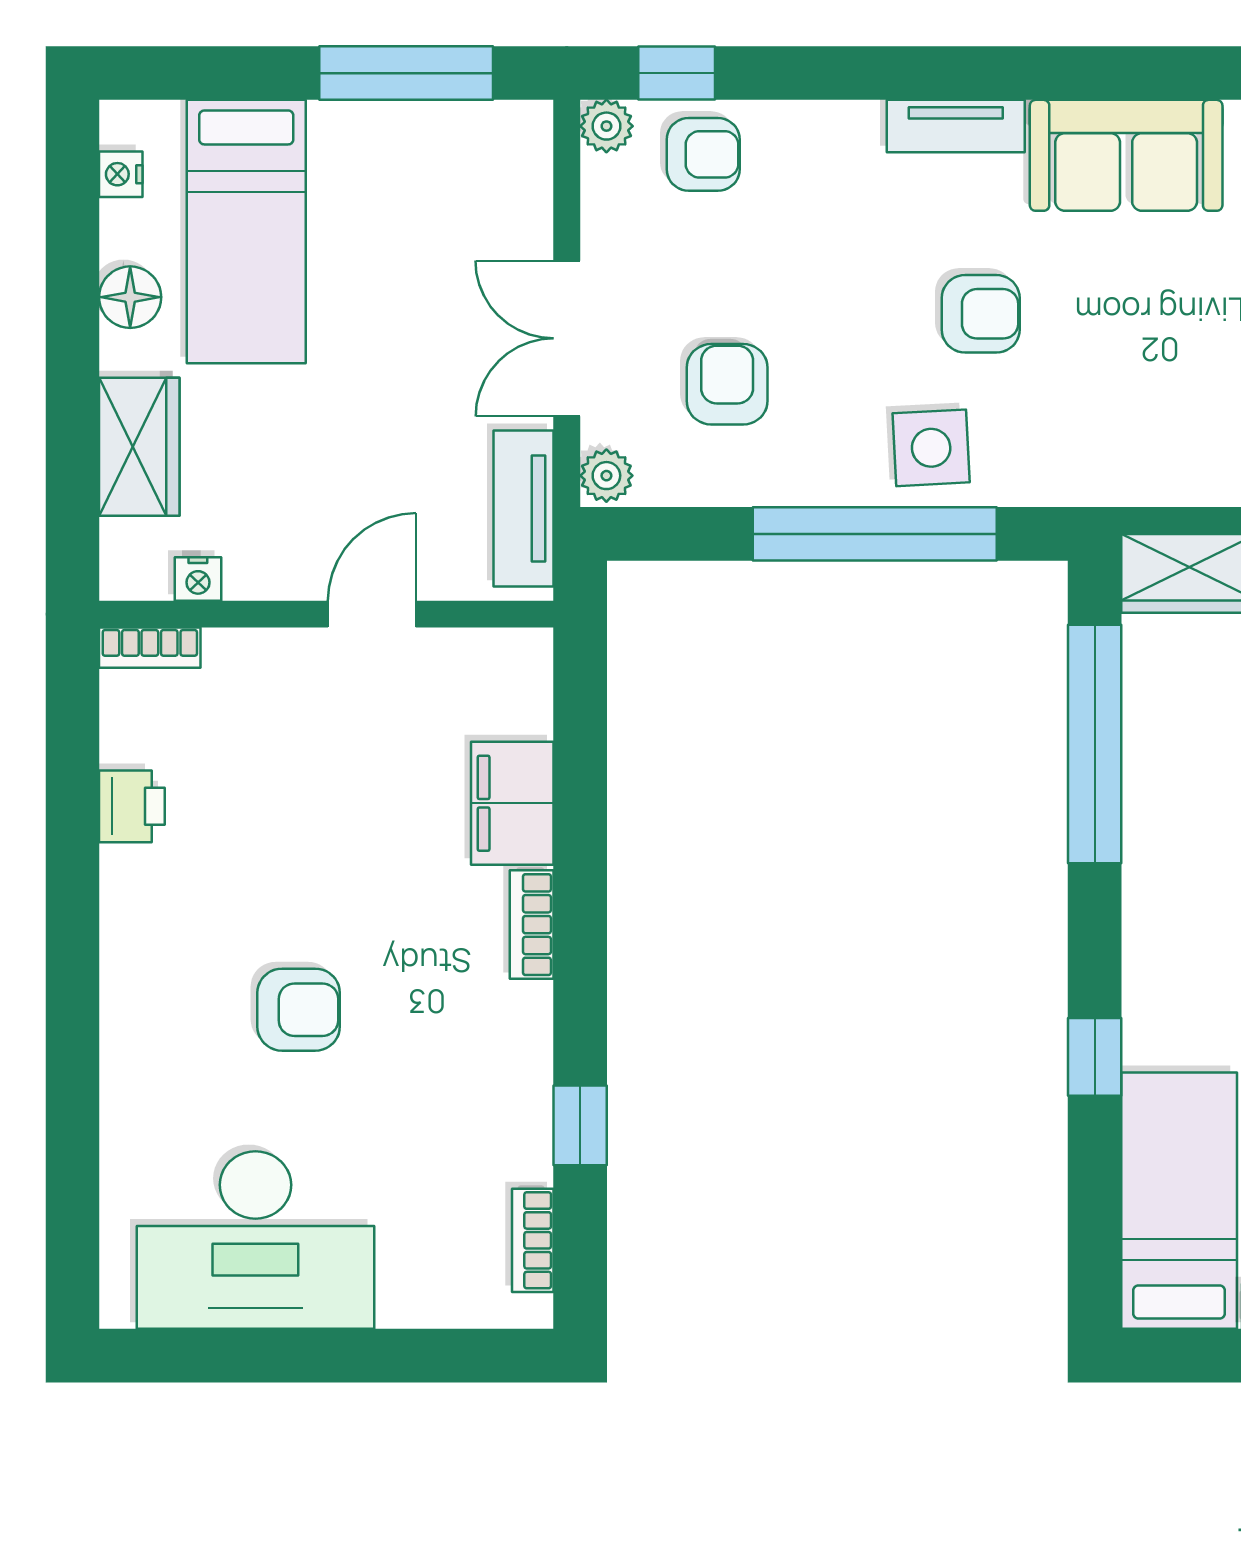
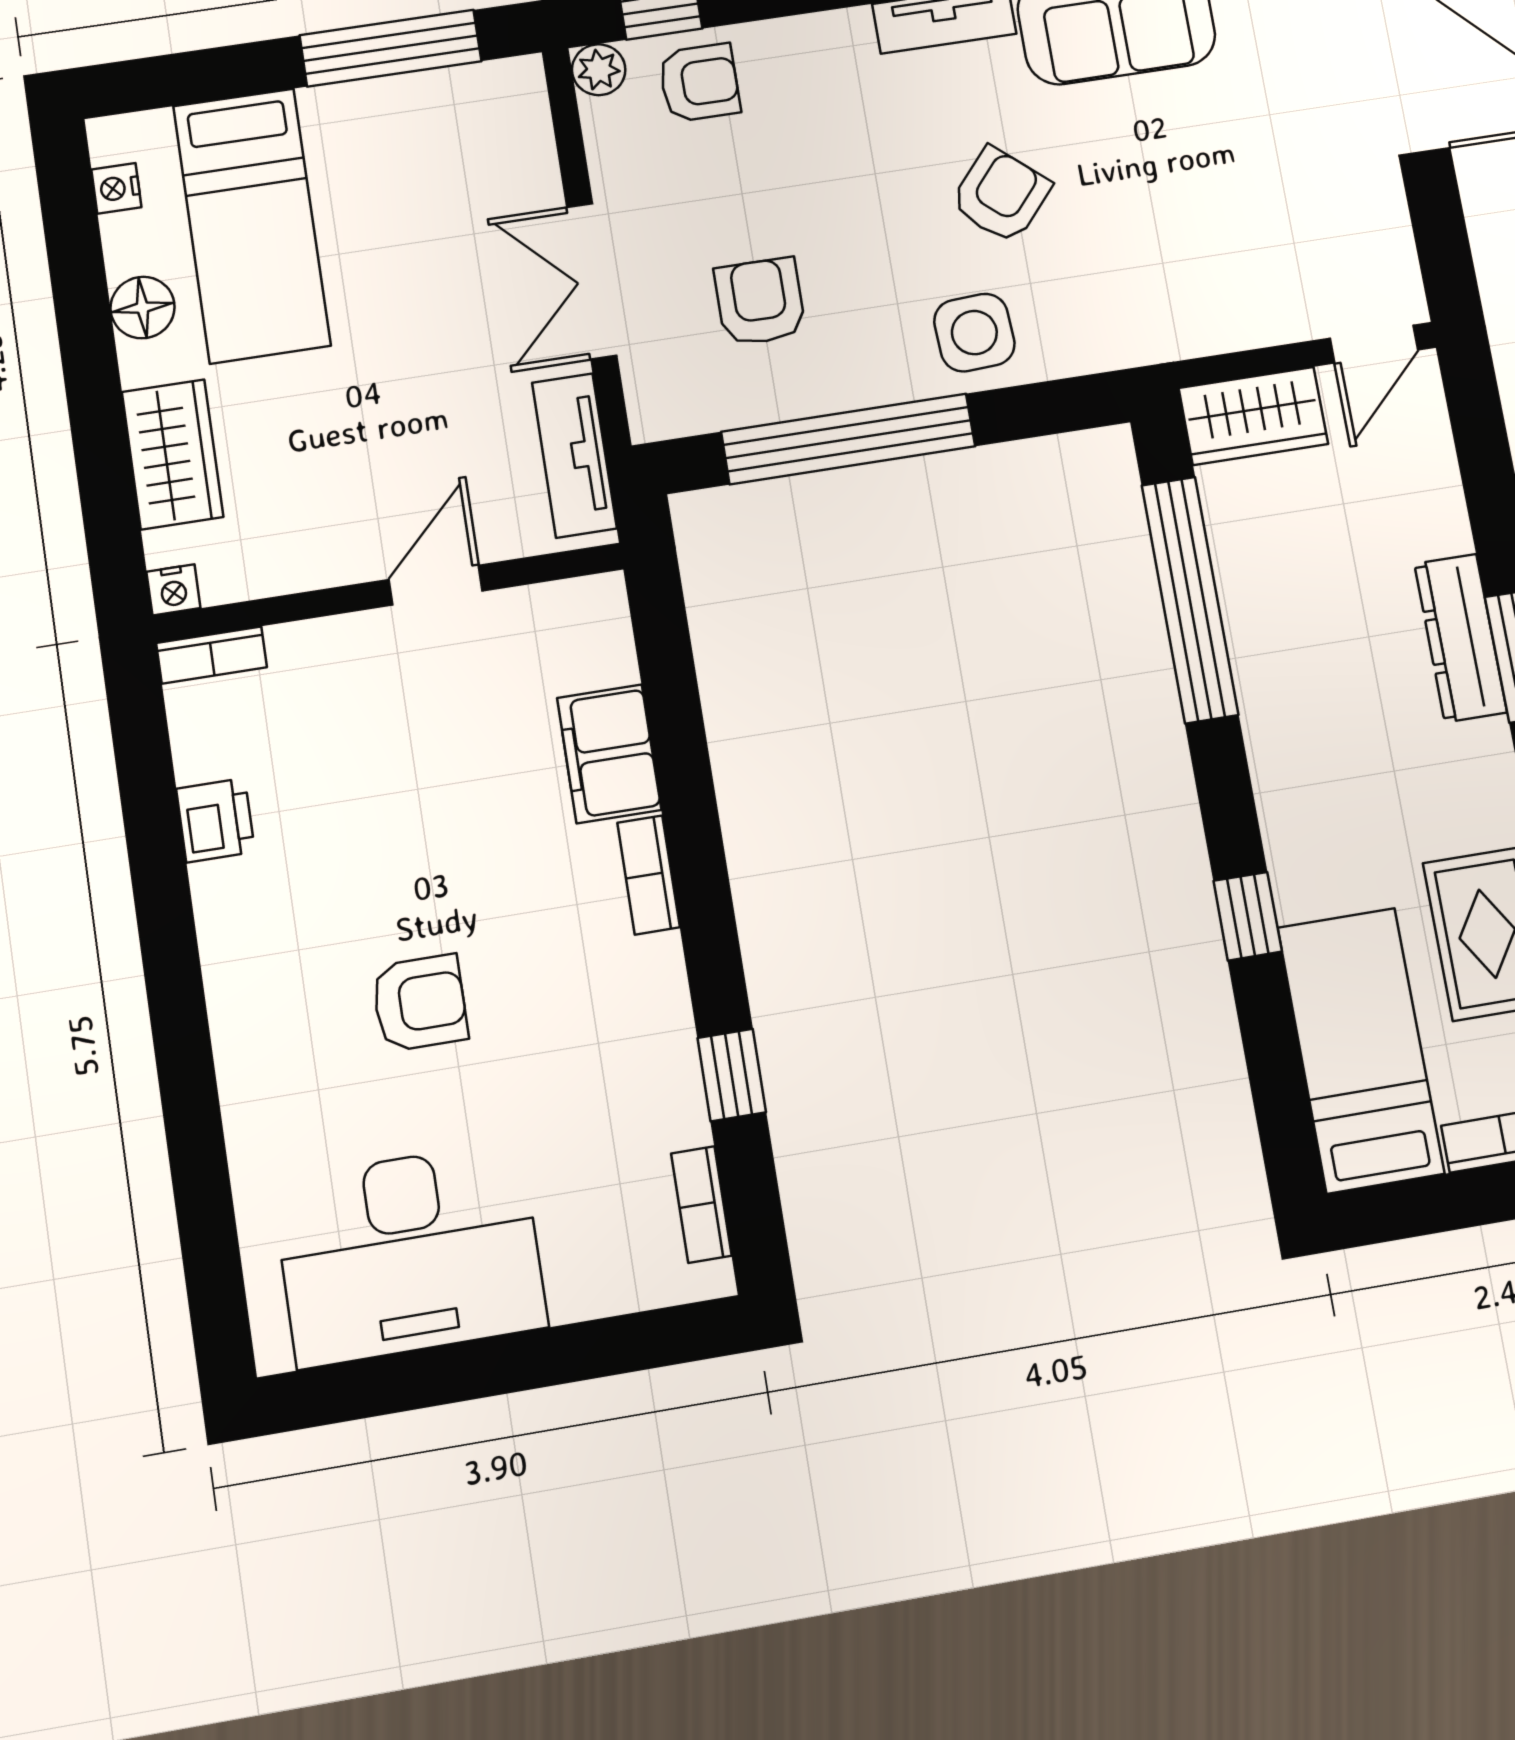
armchair: (981, 314) -> (1001, 195), turned -49
plant: (606, 476) -> (653, 410), removed
window: (875, 534) -> (848, 439), moved
nightstand: (198, 579) -> (173, 590), moved

